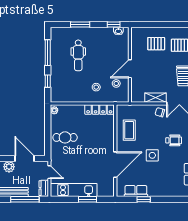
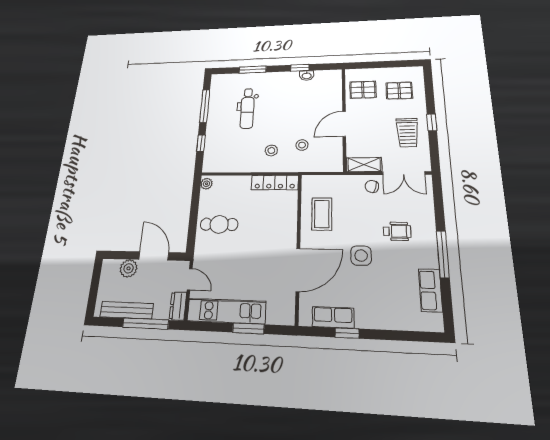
wall: (130, 65) -> (344, 118), moved
door: (130, 69) -> (344, 124), moved

